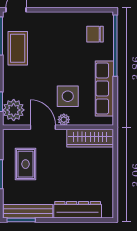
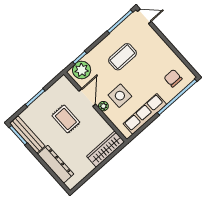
coffee table: (18, 48) -> (122, 57), moved
wardrobe: (90, 138) -> (106, 149), moved, turned 90
rug: (25, 164) -> (66, 119), moved, turned 90

